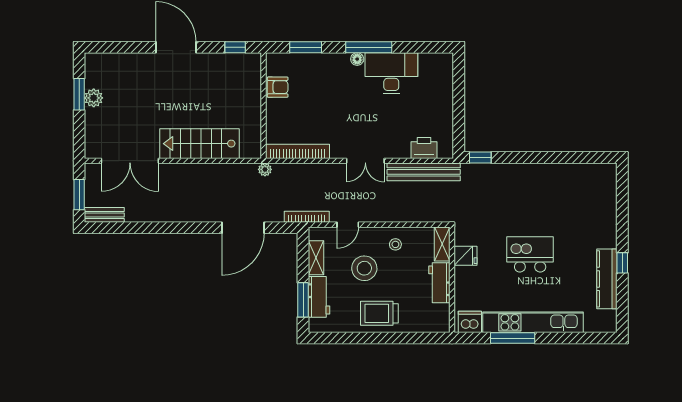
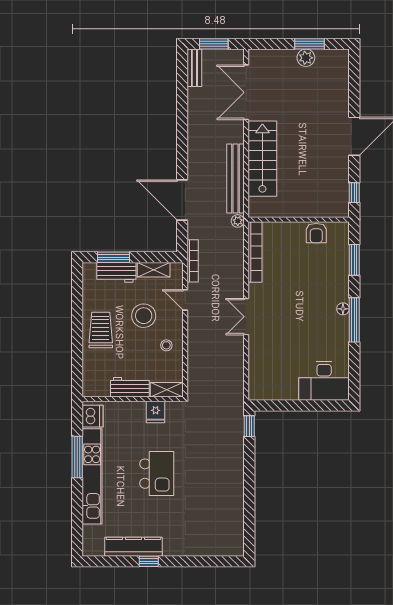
desk: (391, 73) -> (324, 381), moved, turned 90
printer: (424, 148) -> (258, 373), removed
bench: (424, 172) -> (235, 179), moved

